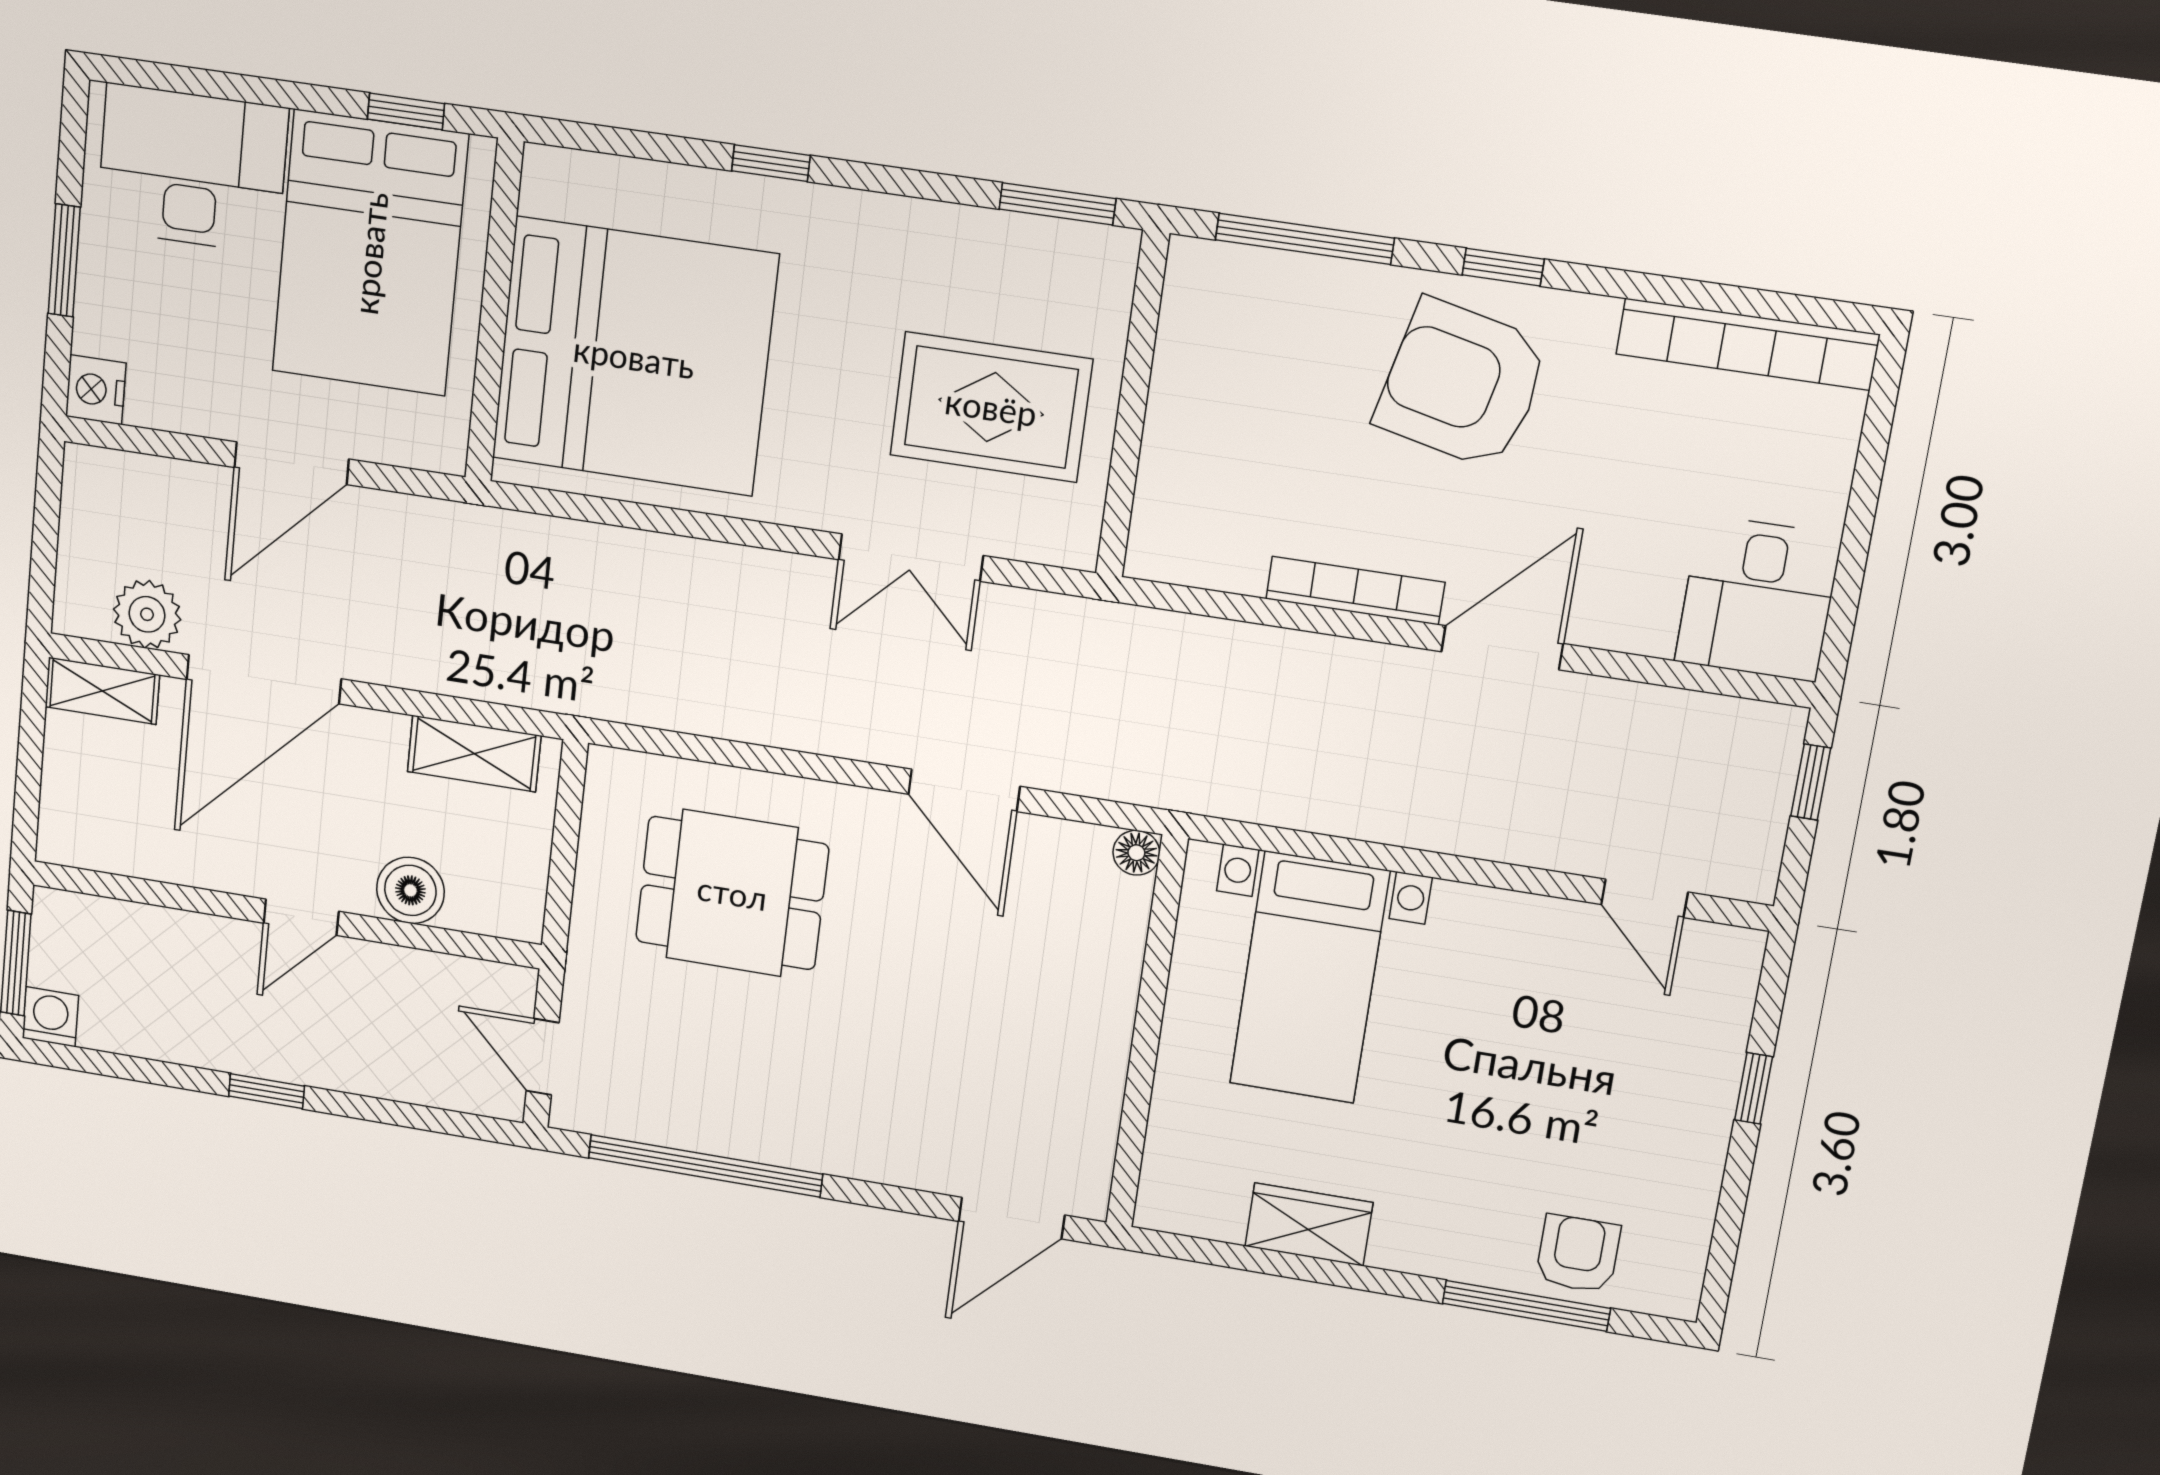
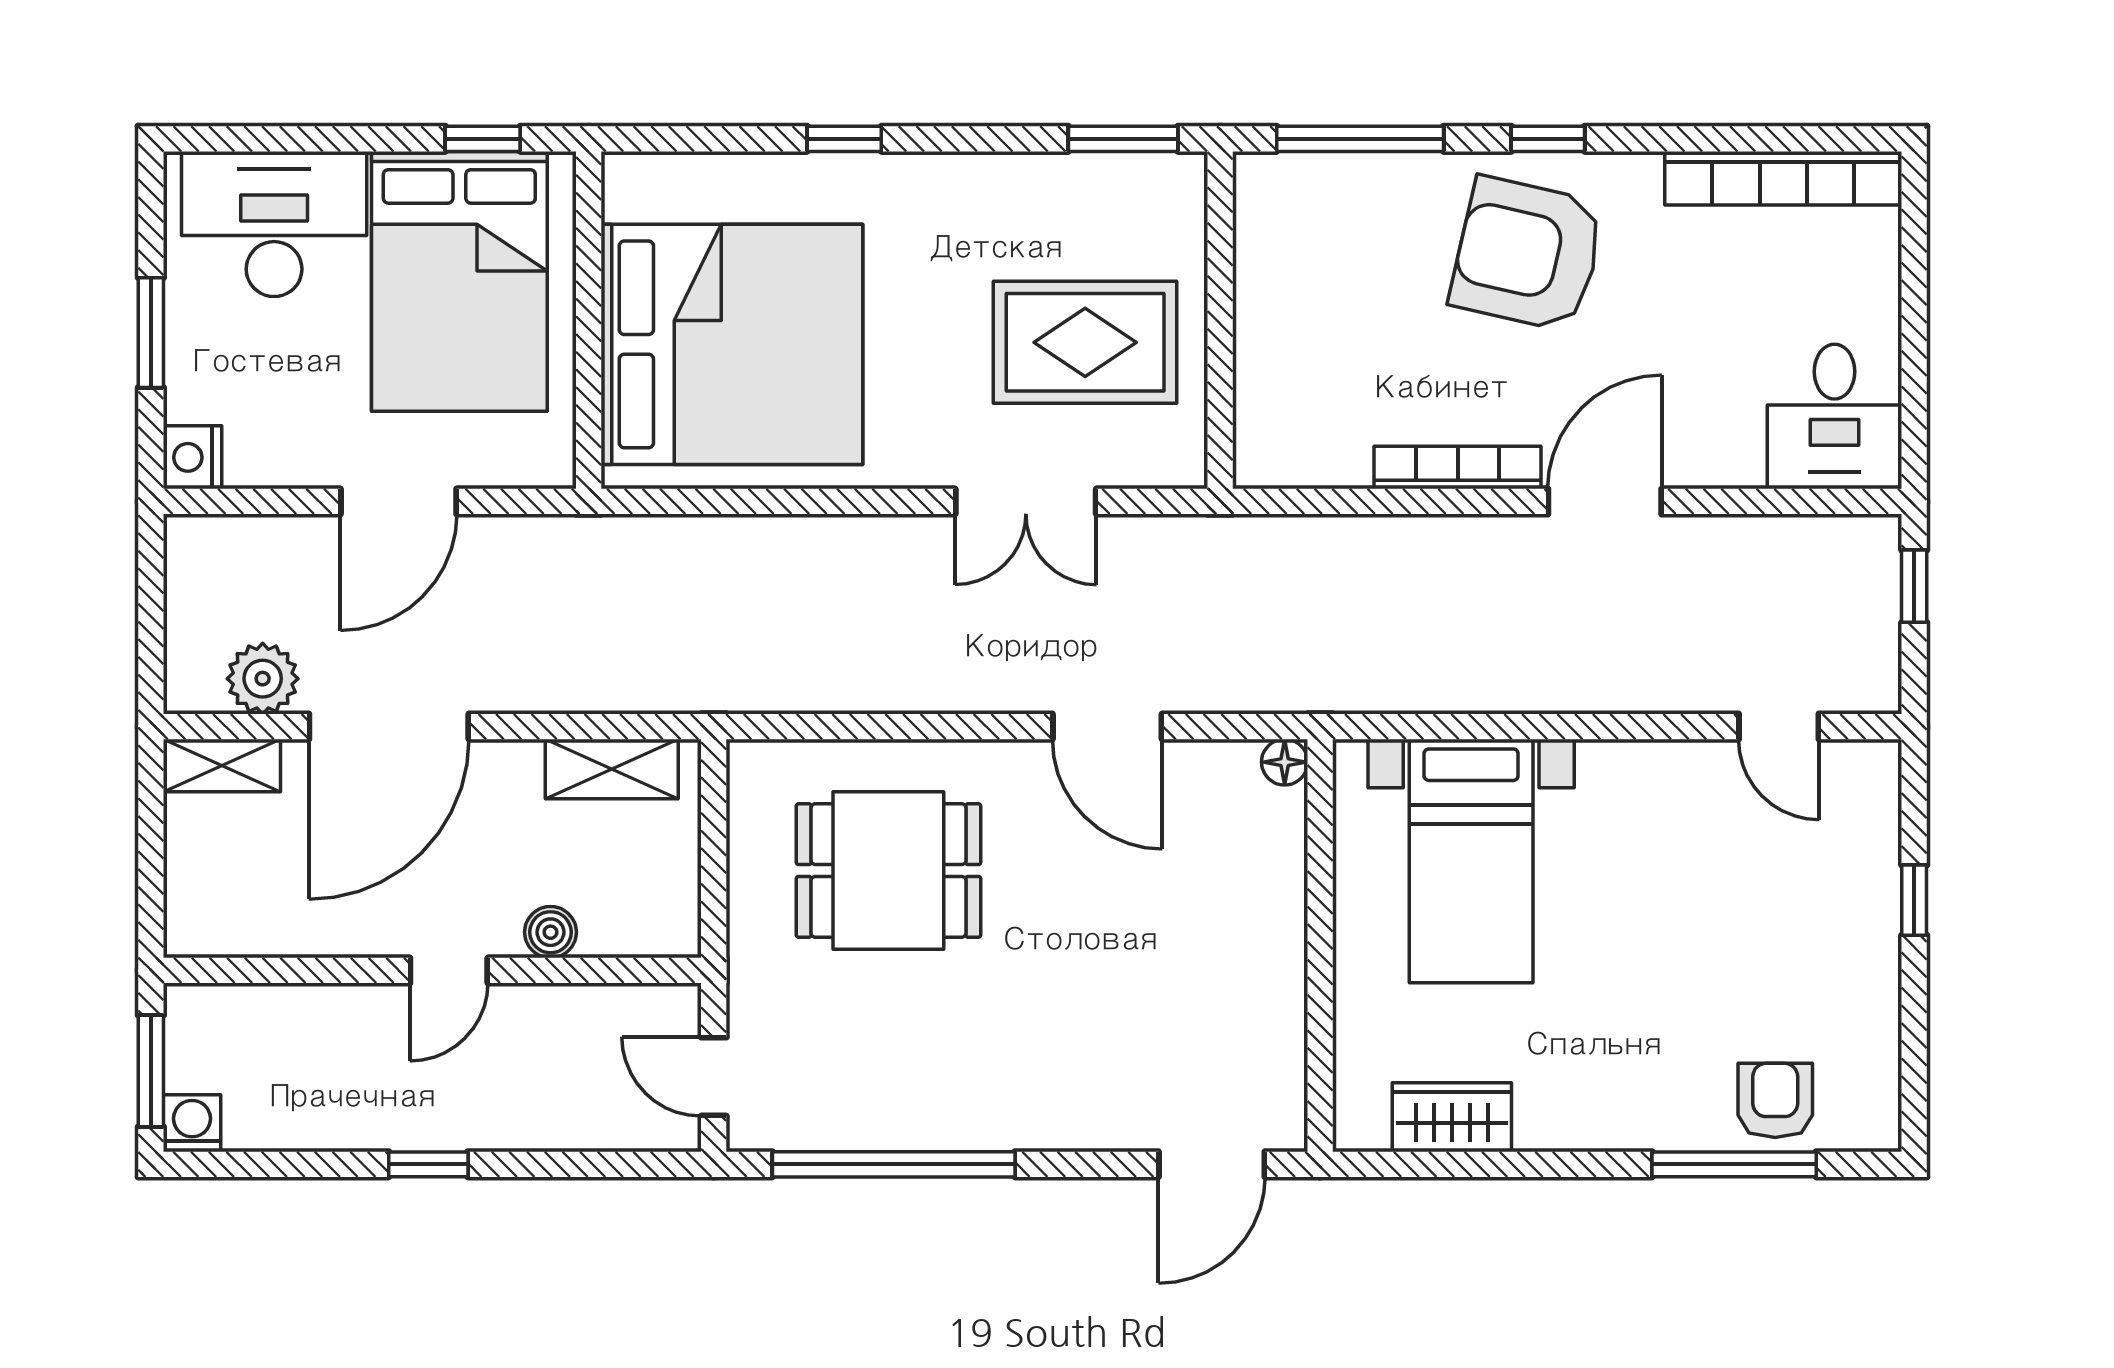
boiler: (410, 890) -> (550, 932), width x0.73, depth x0.73
wardrobe: (1309, 1224) -> (1452, 1117), moved

